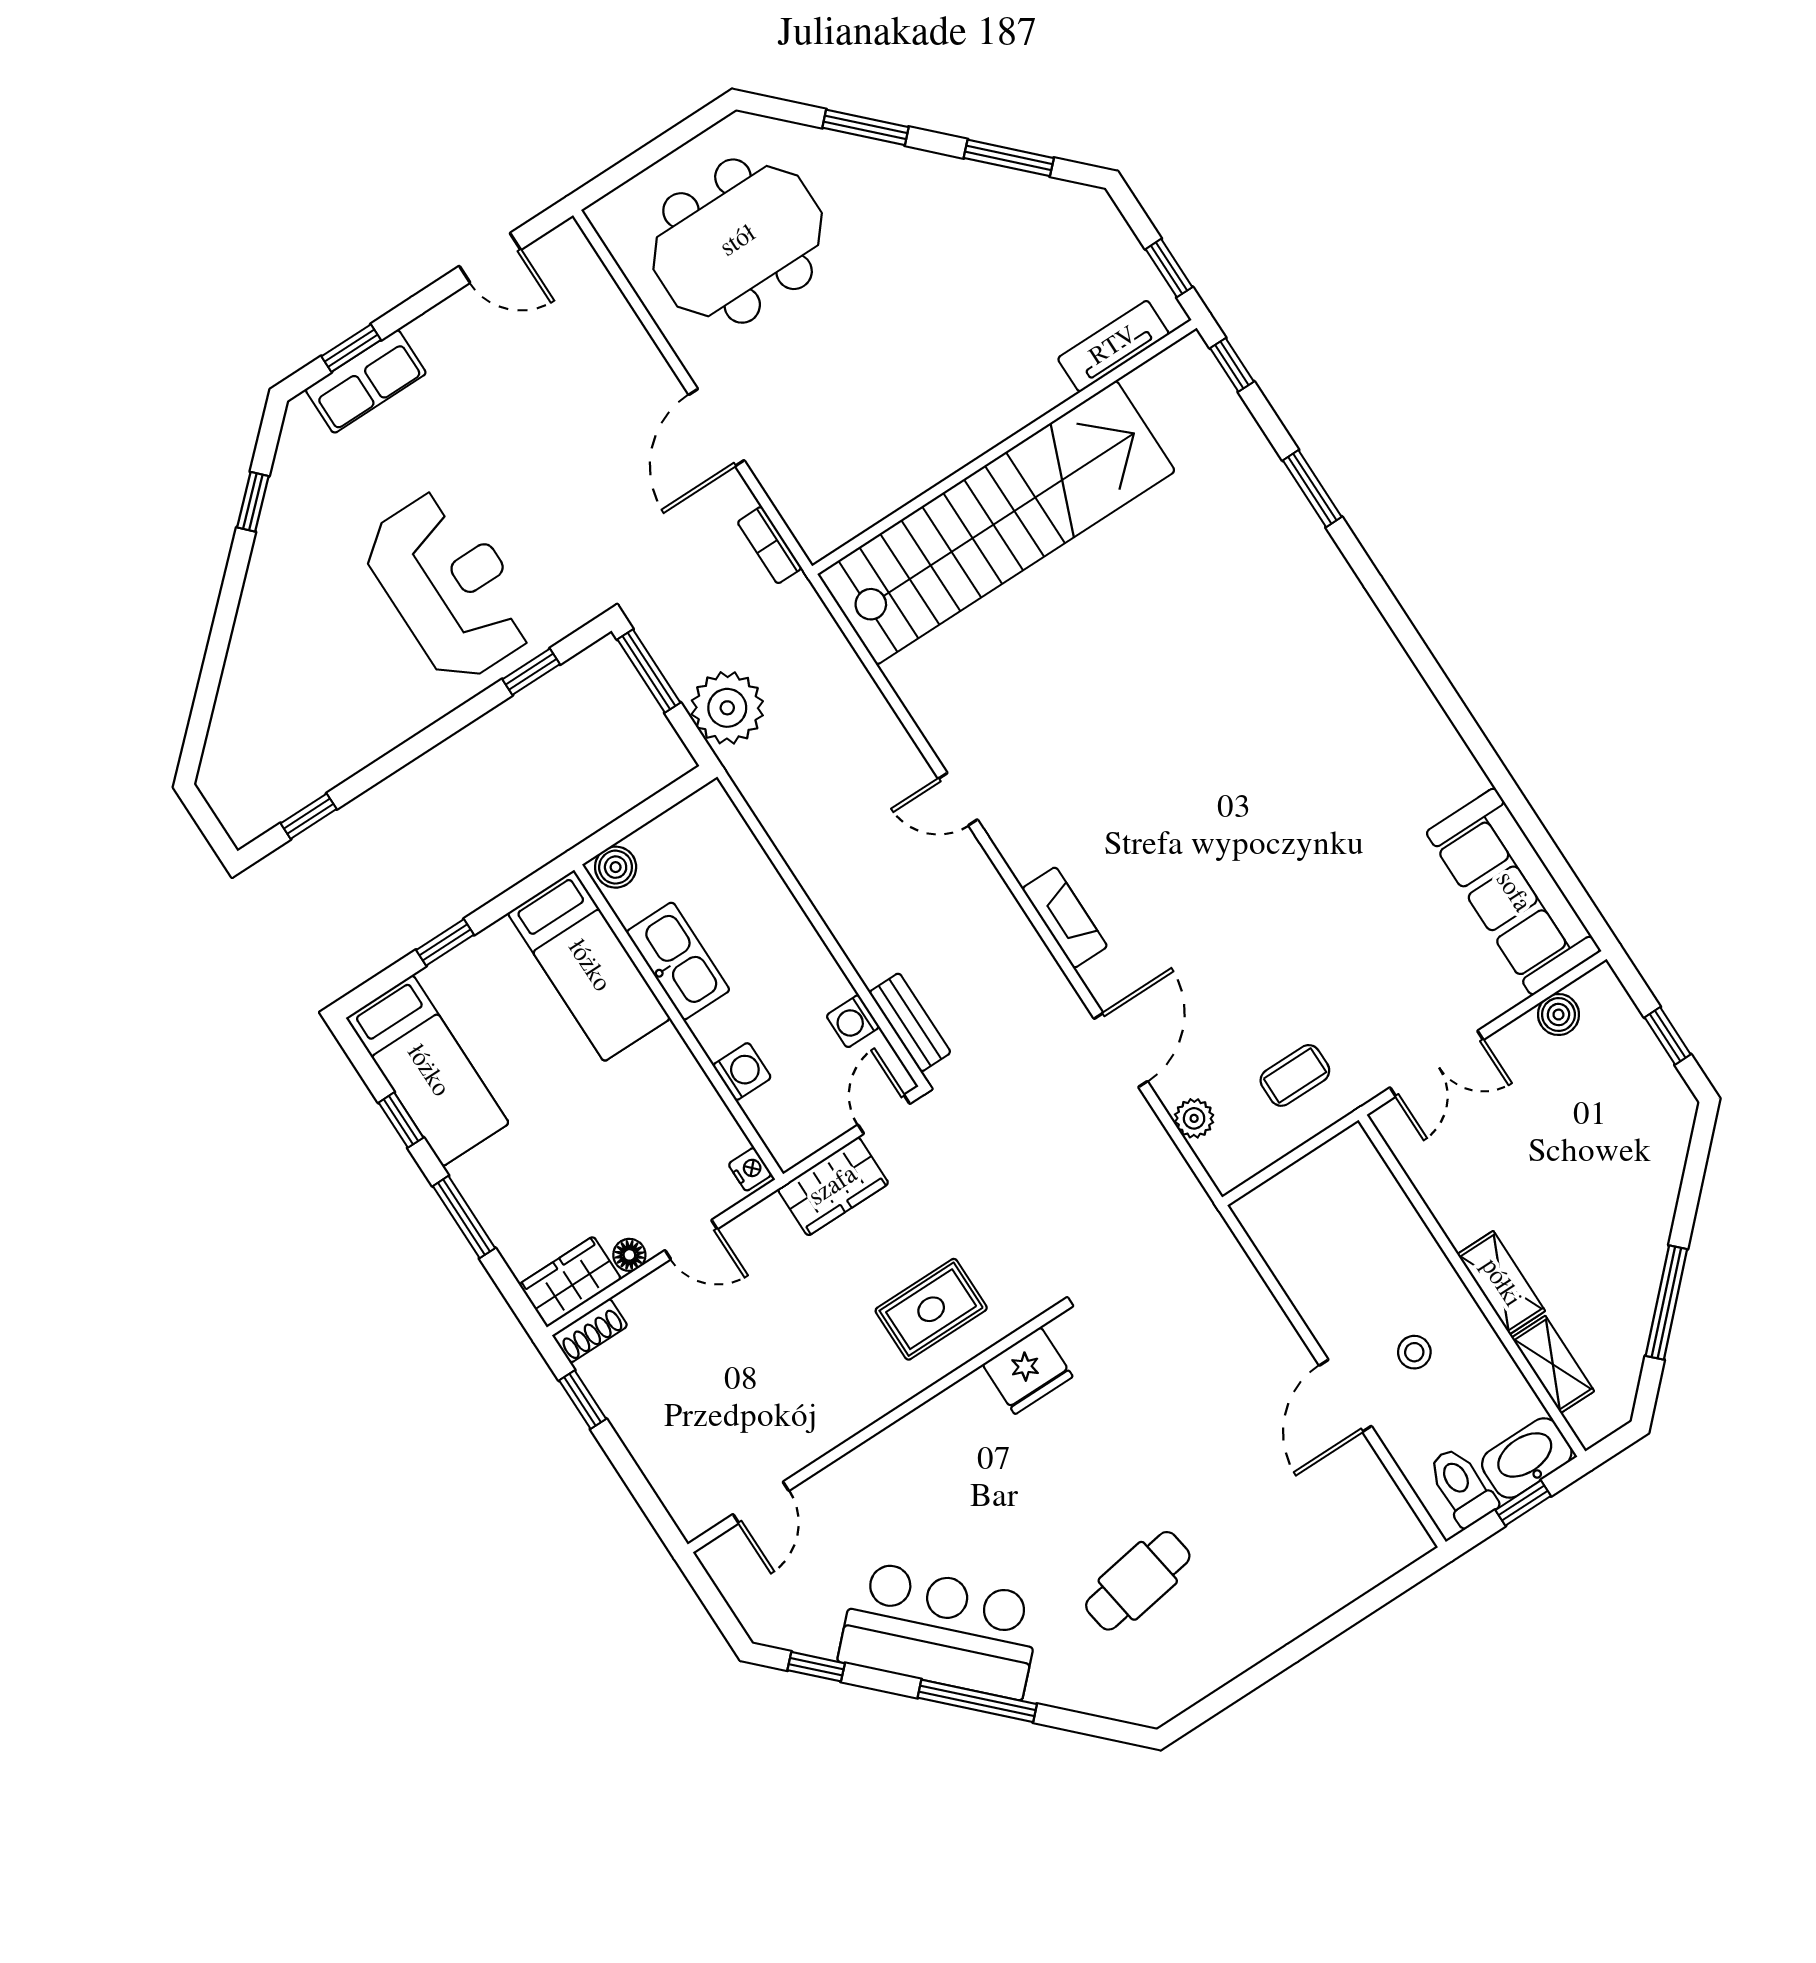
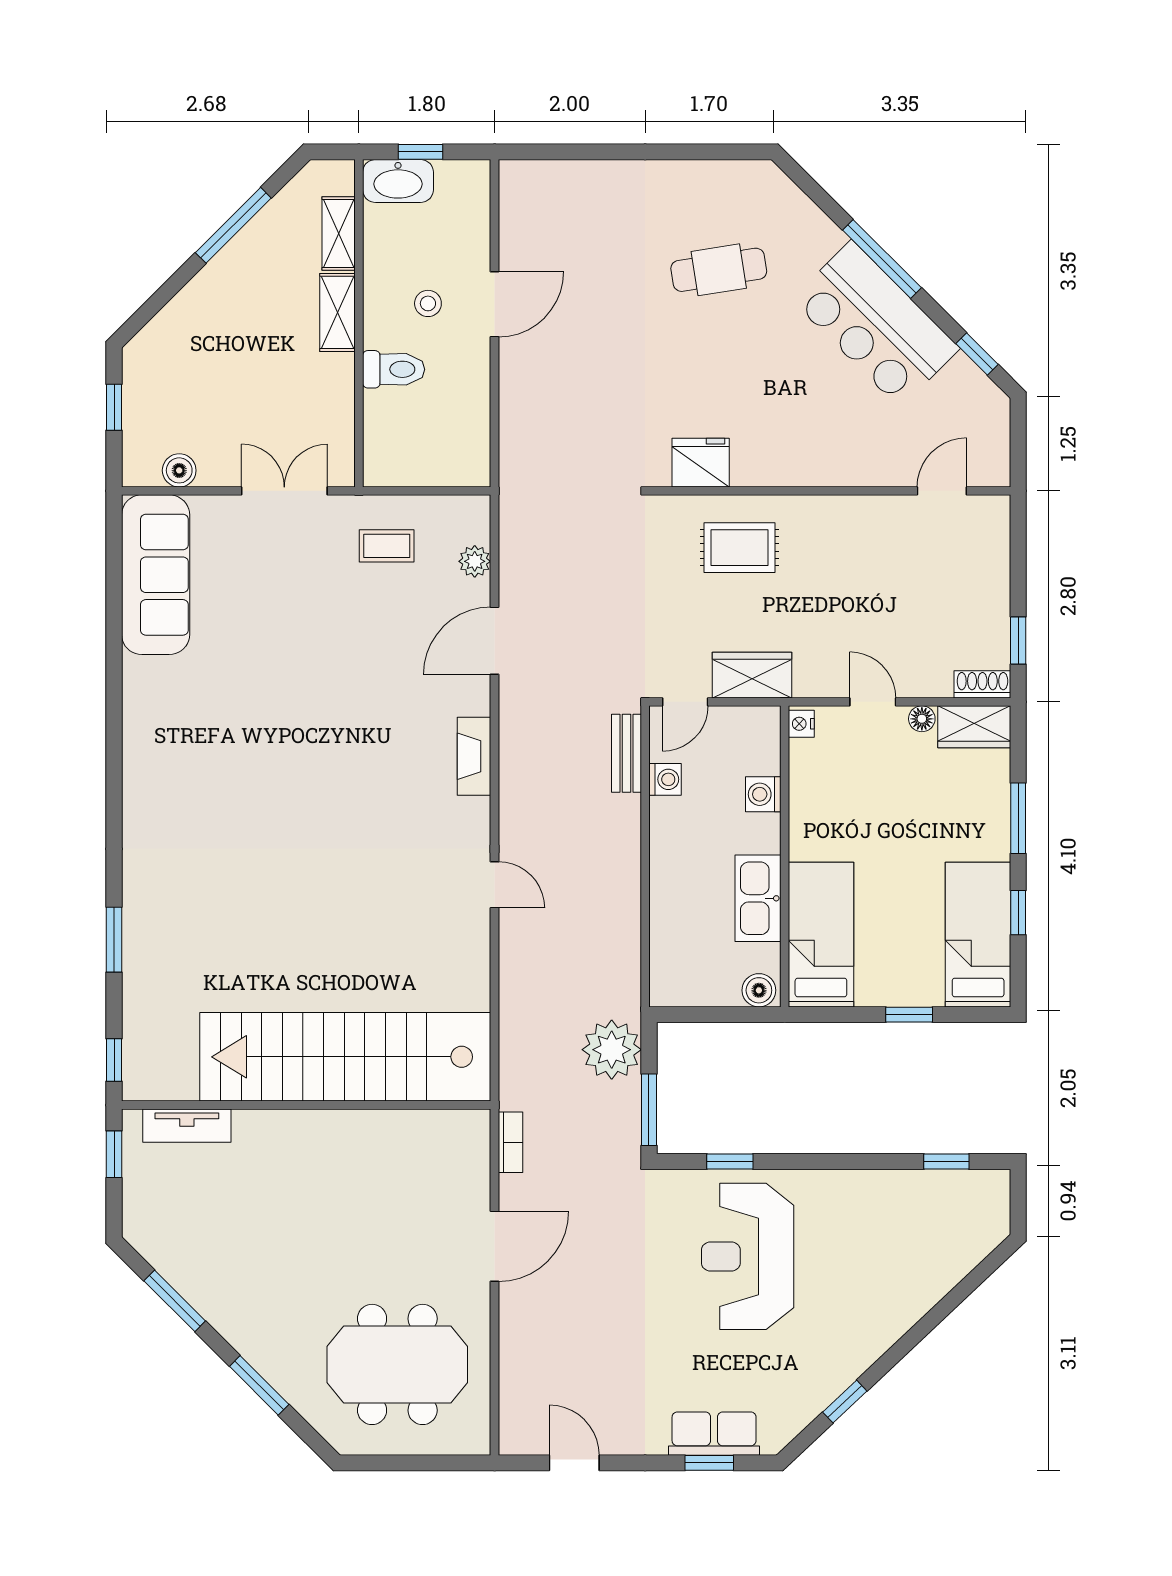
toilet: (1462, 1487) -> (394, 369), moved, turned -90

